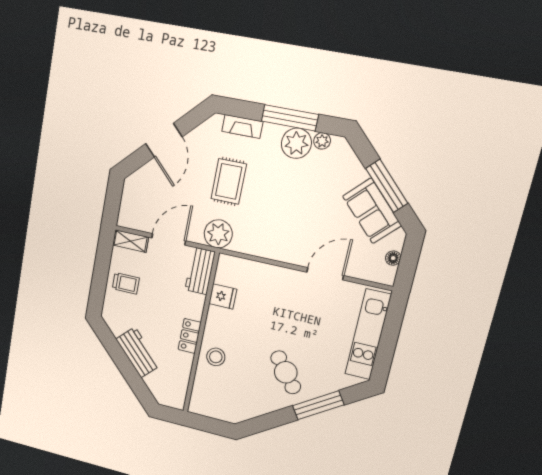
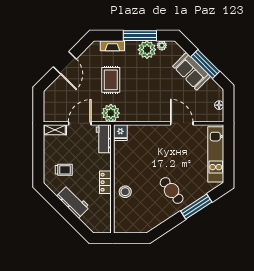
sofa: (372, 211) -> (192, 71), moved
door: (325, 274) -> (182, 123), hinge flipped
trolley: (126, 283) -> (64, 170), moved
fridge: (223, 296) -> (120, 133), moved, turned 90

